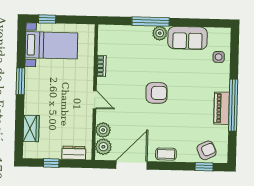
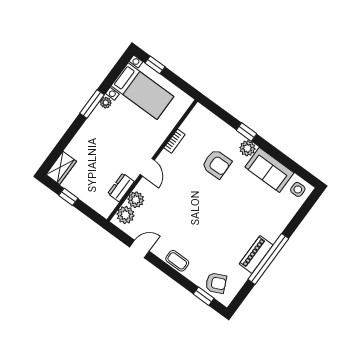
window: (151, 22) -> (246, 132), width x0.46
side table: (219, 57) -> (298, 189), moved
plant: (30, 73) -> (106, 103), added
armchair: (157, 93) -> (217, 164), moved
wardrobe: (31, 128) -> (61, 168), moved
dresser: (74, 153) -> (121, 188), moved, turned -90
door: (132, 165) -> (139, 249), width x0.53

